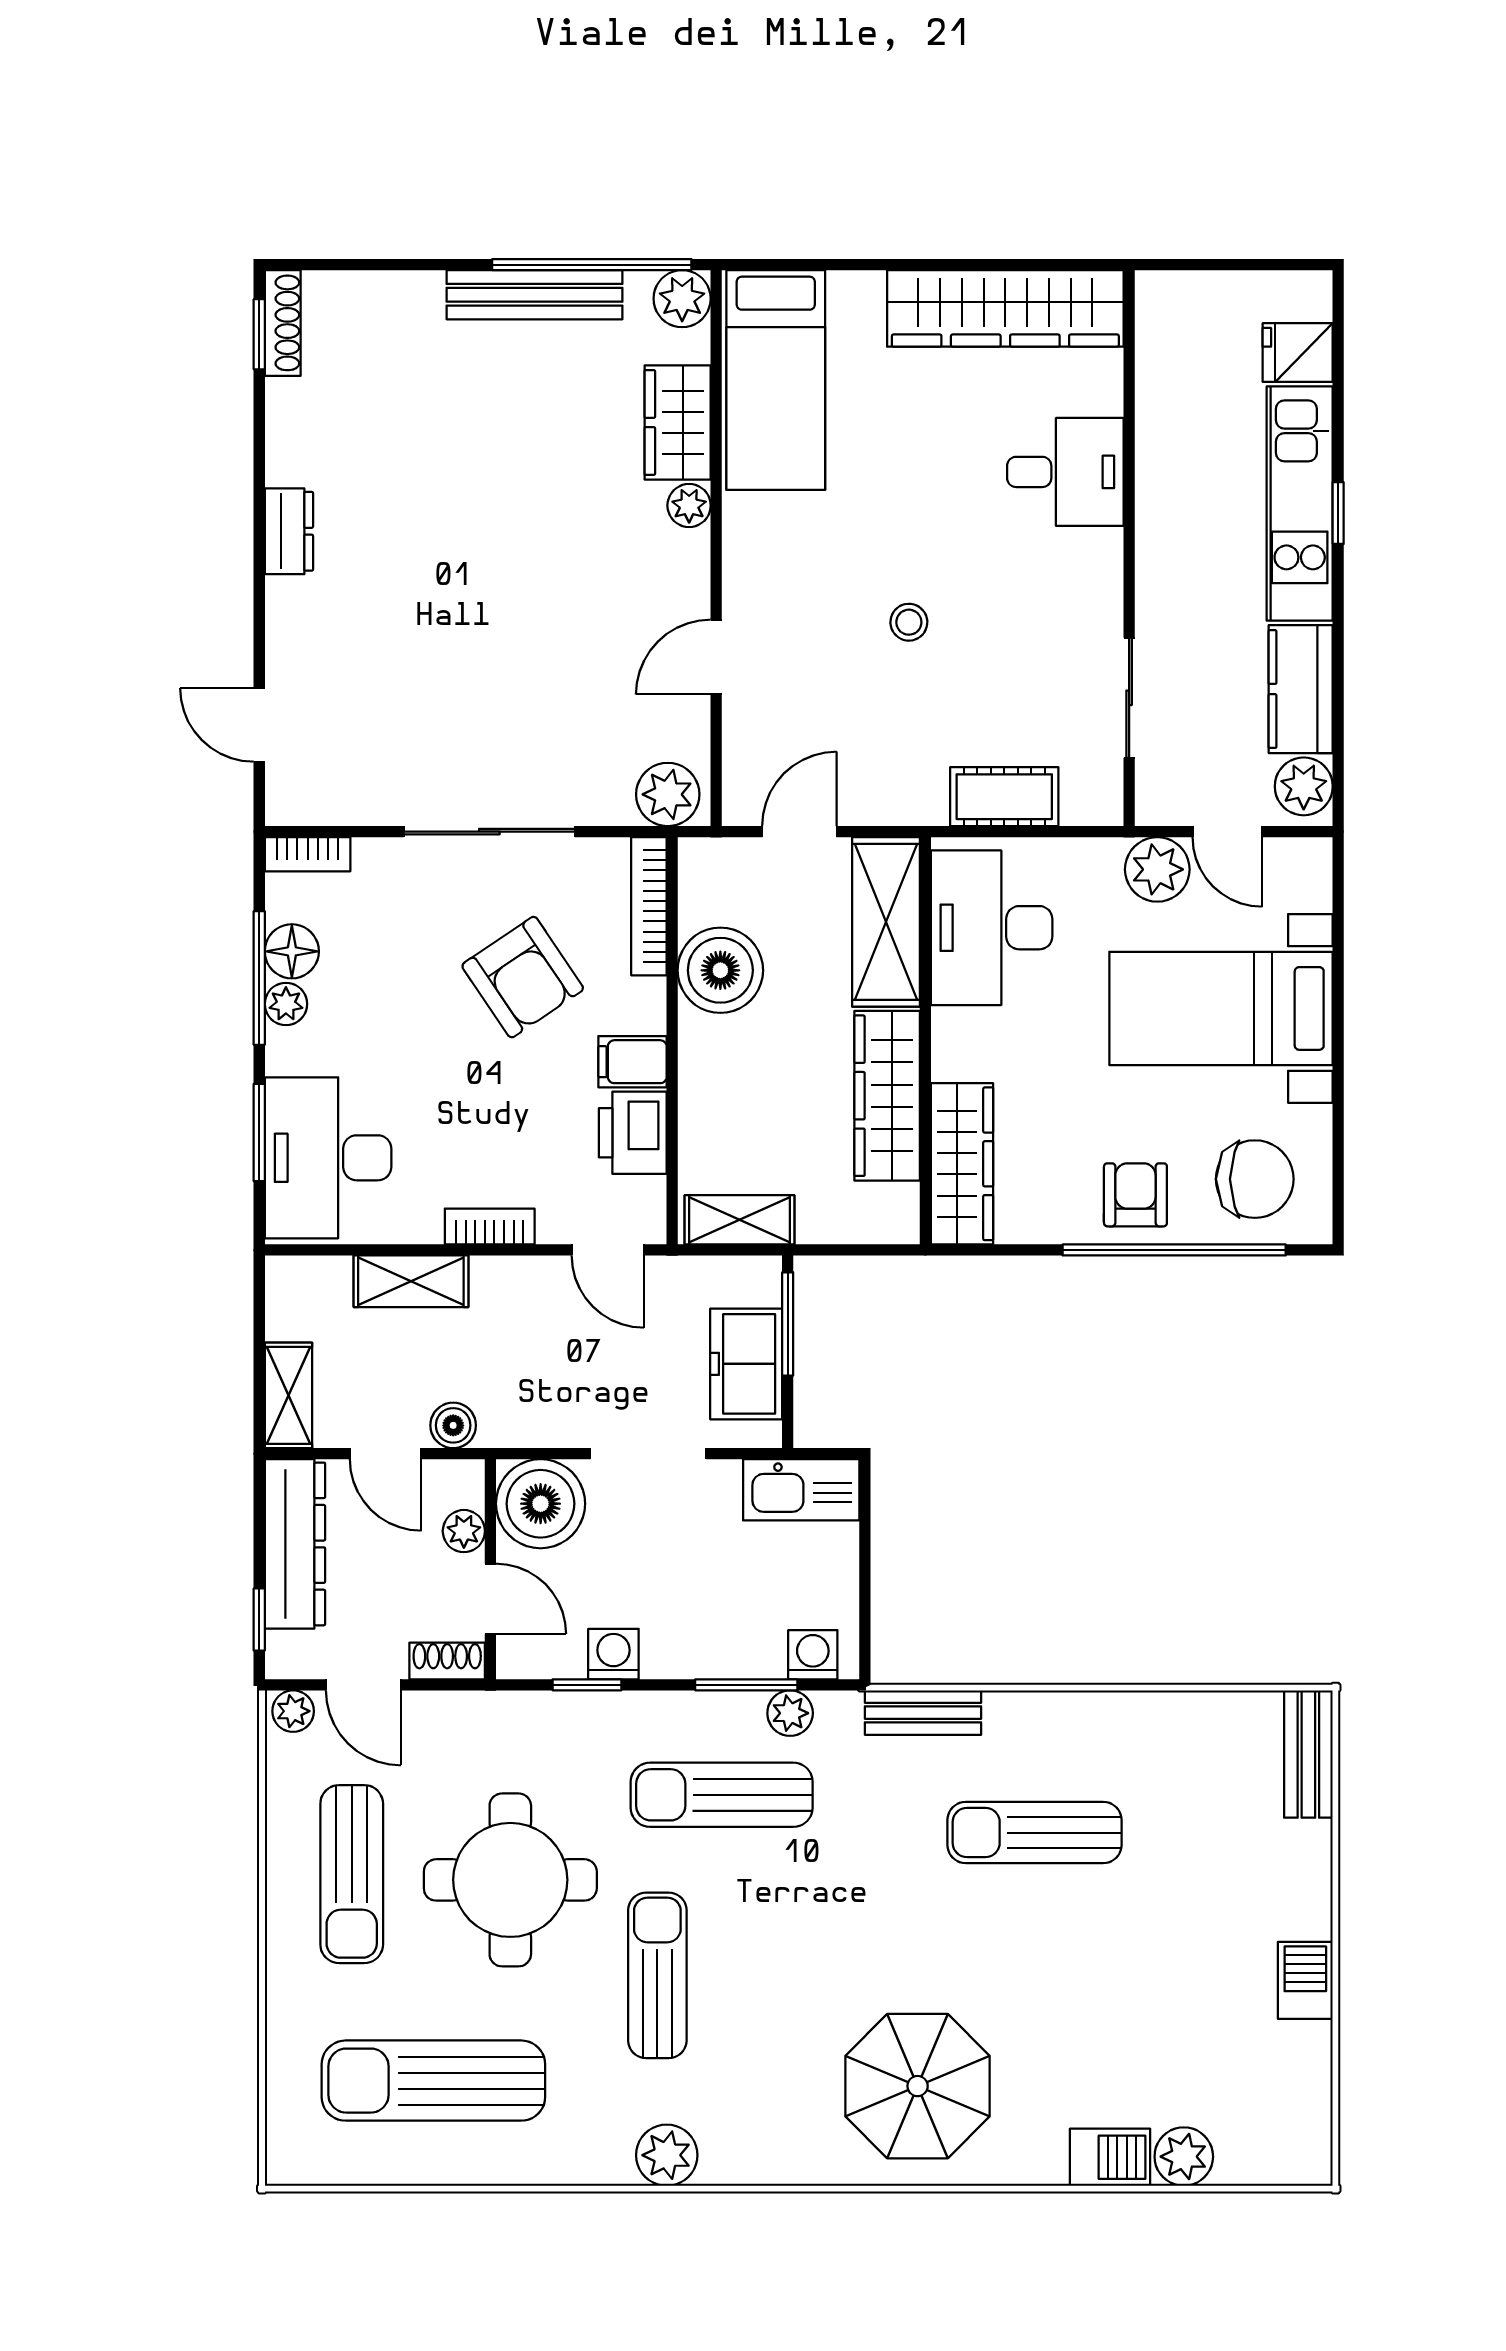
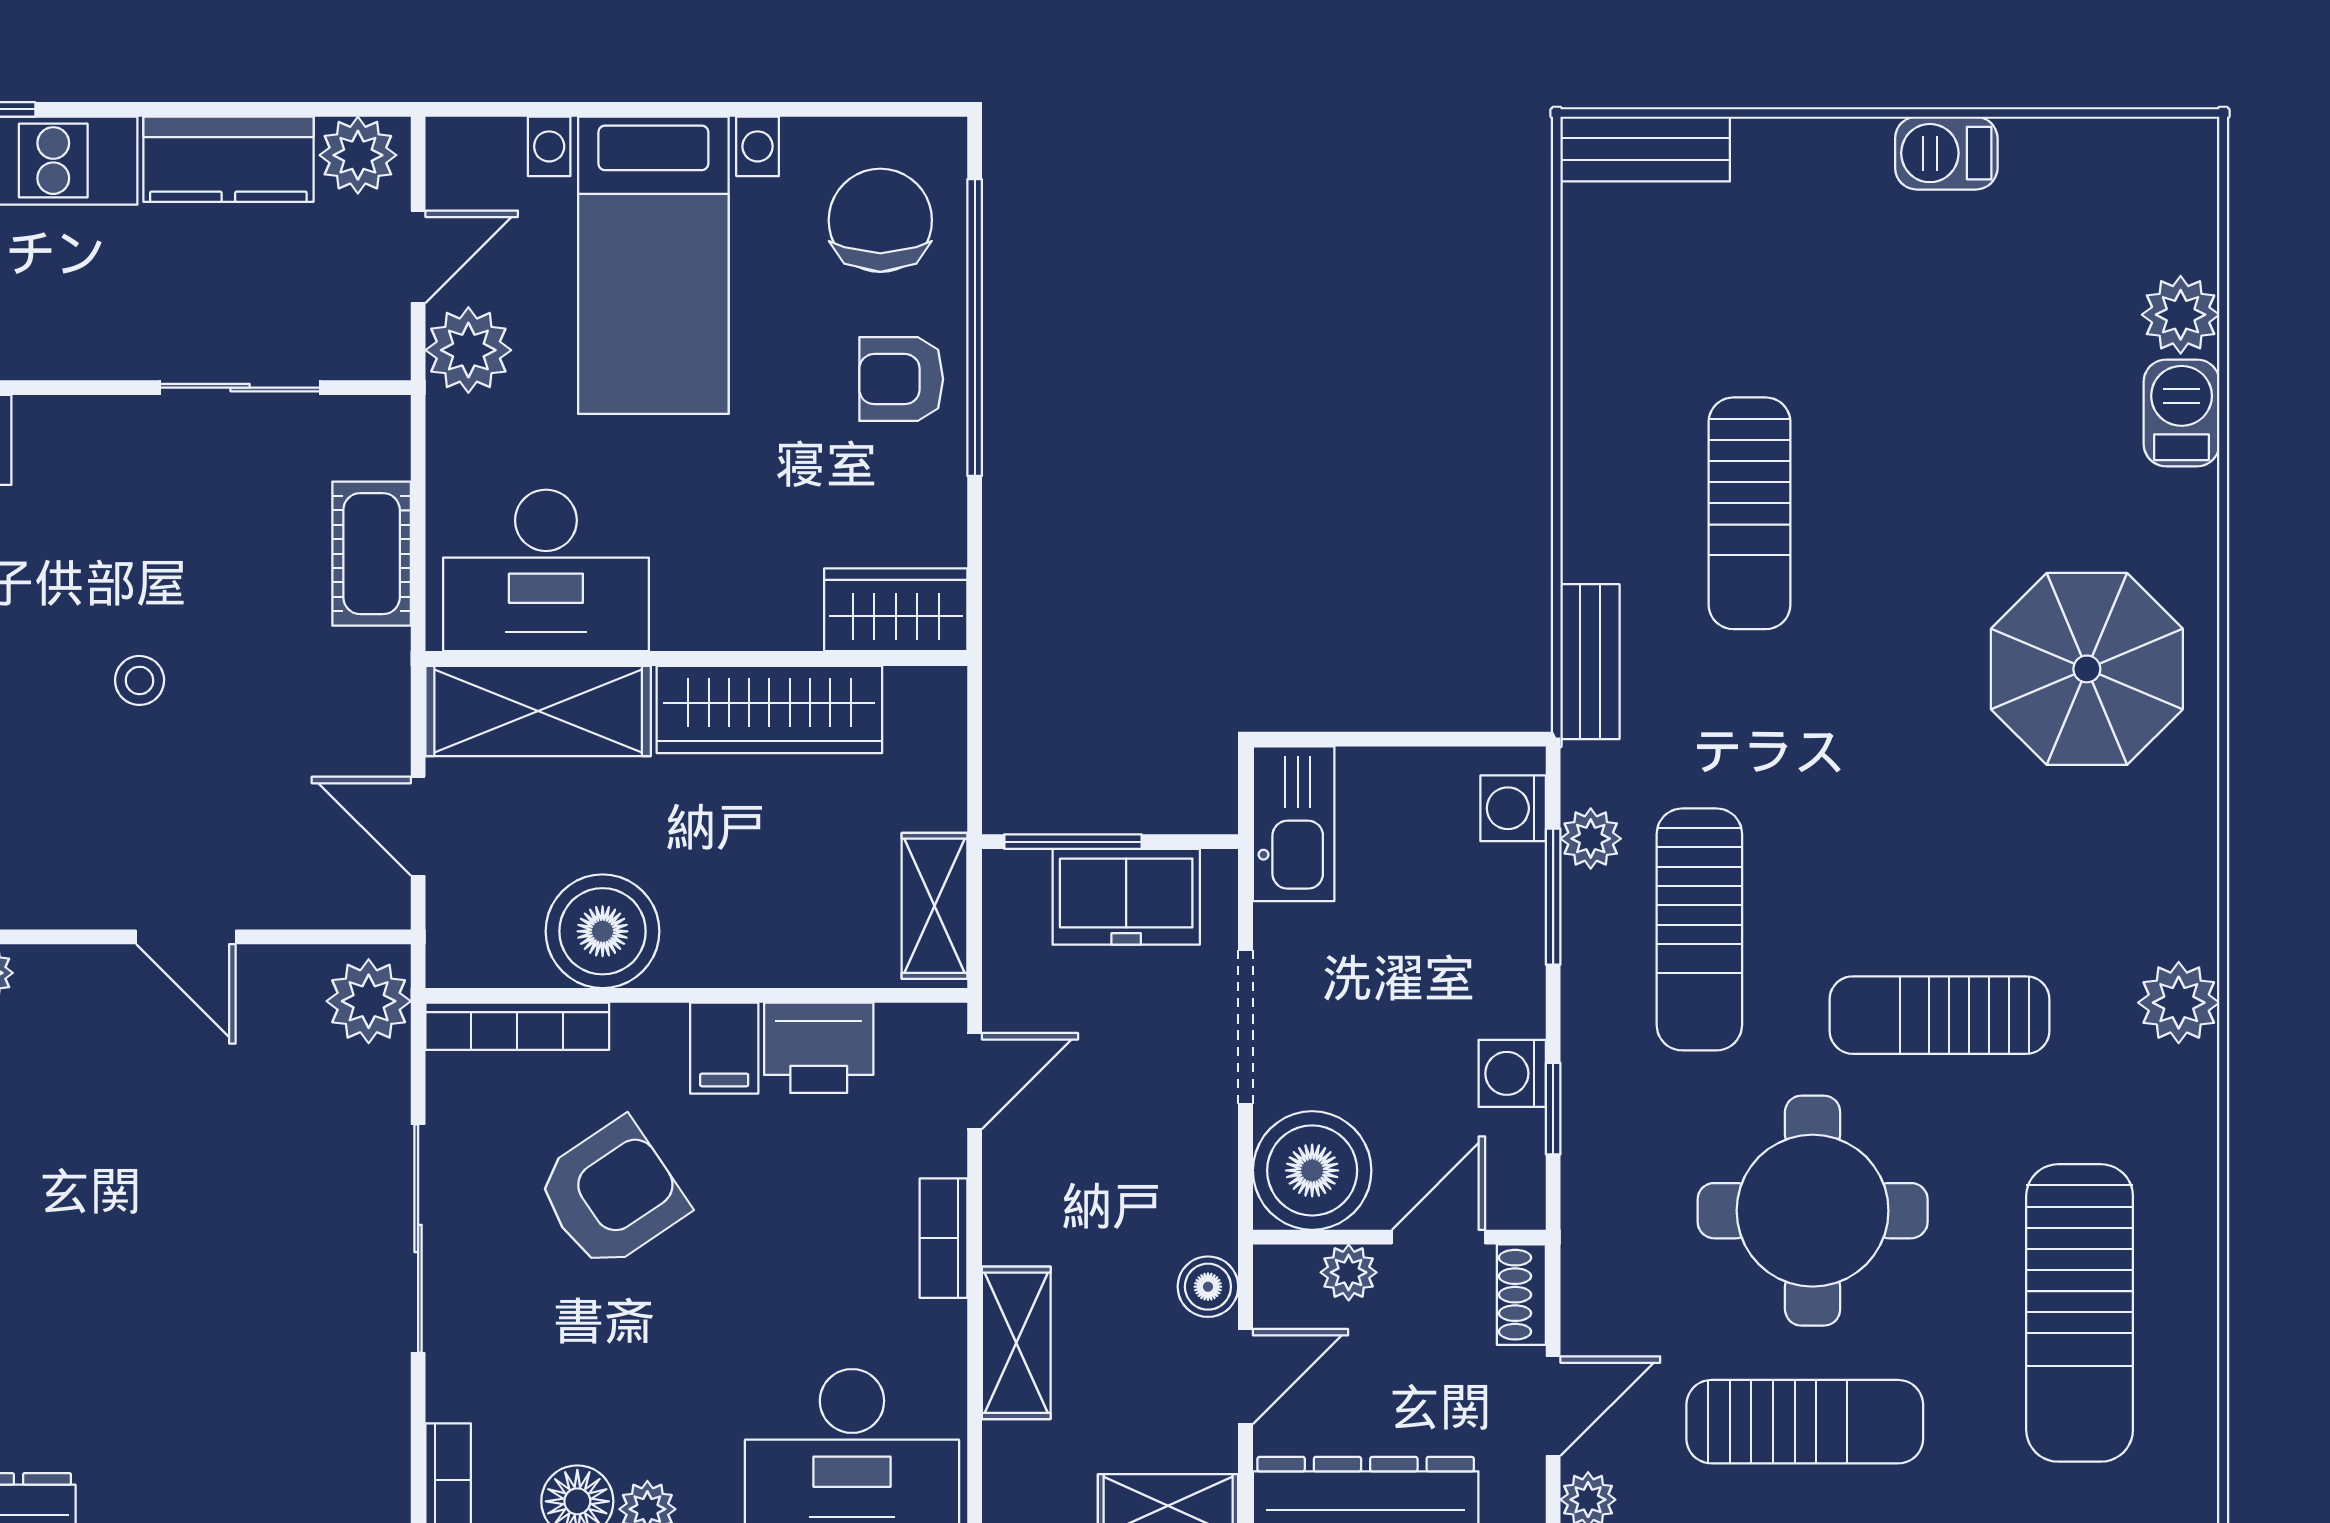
wardrobe: (962, 1164) -> (896, 610), width x0.67

